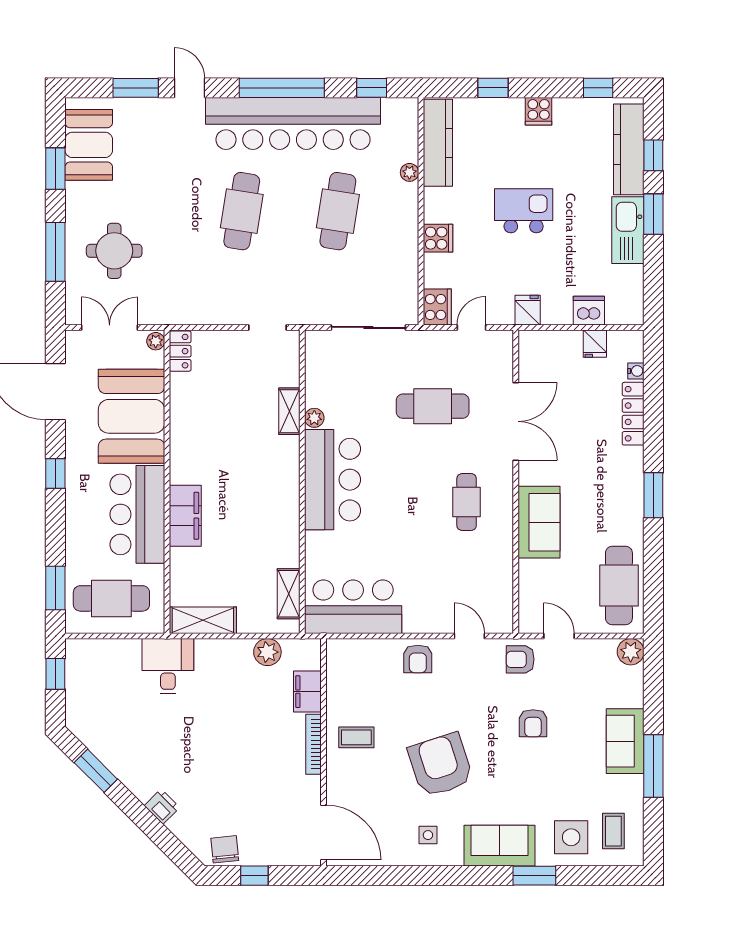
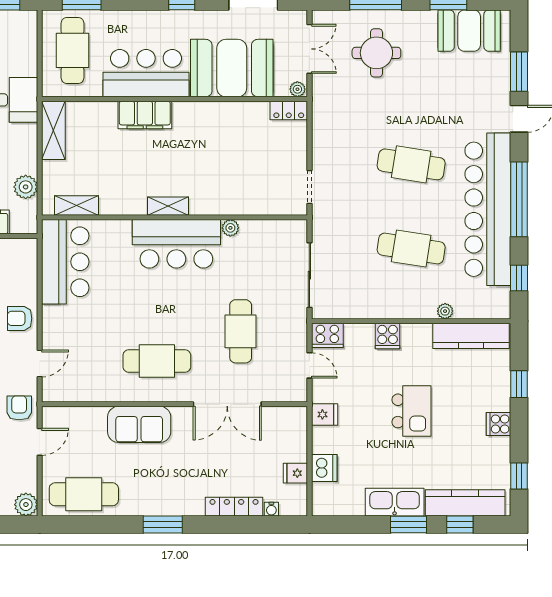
shelving: (289, 411) -> (168, 206), moved
cafe table: (467, 502) -> (157, 361), width x1.37, depth x1.35

